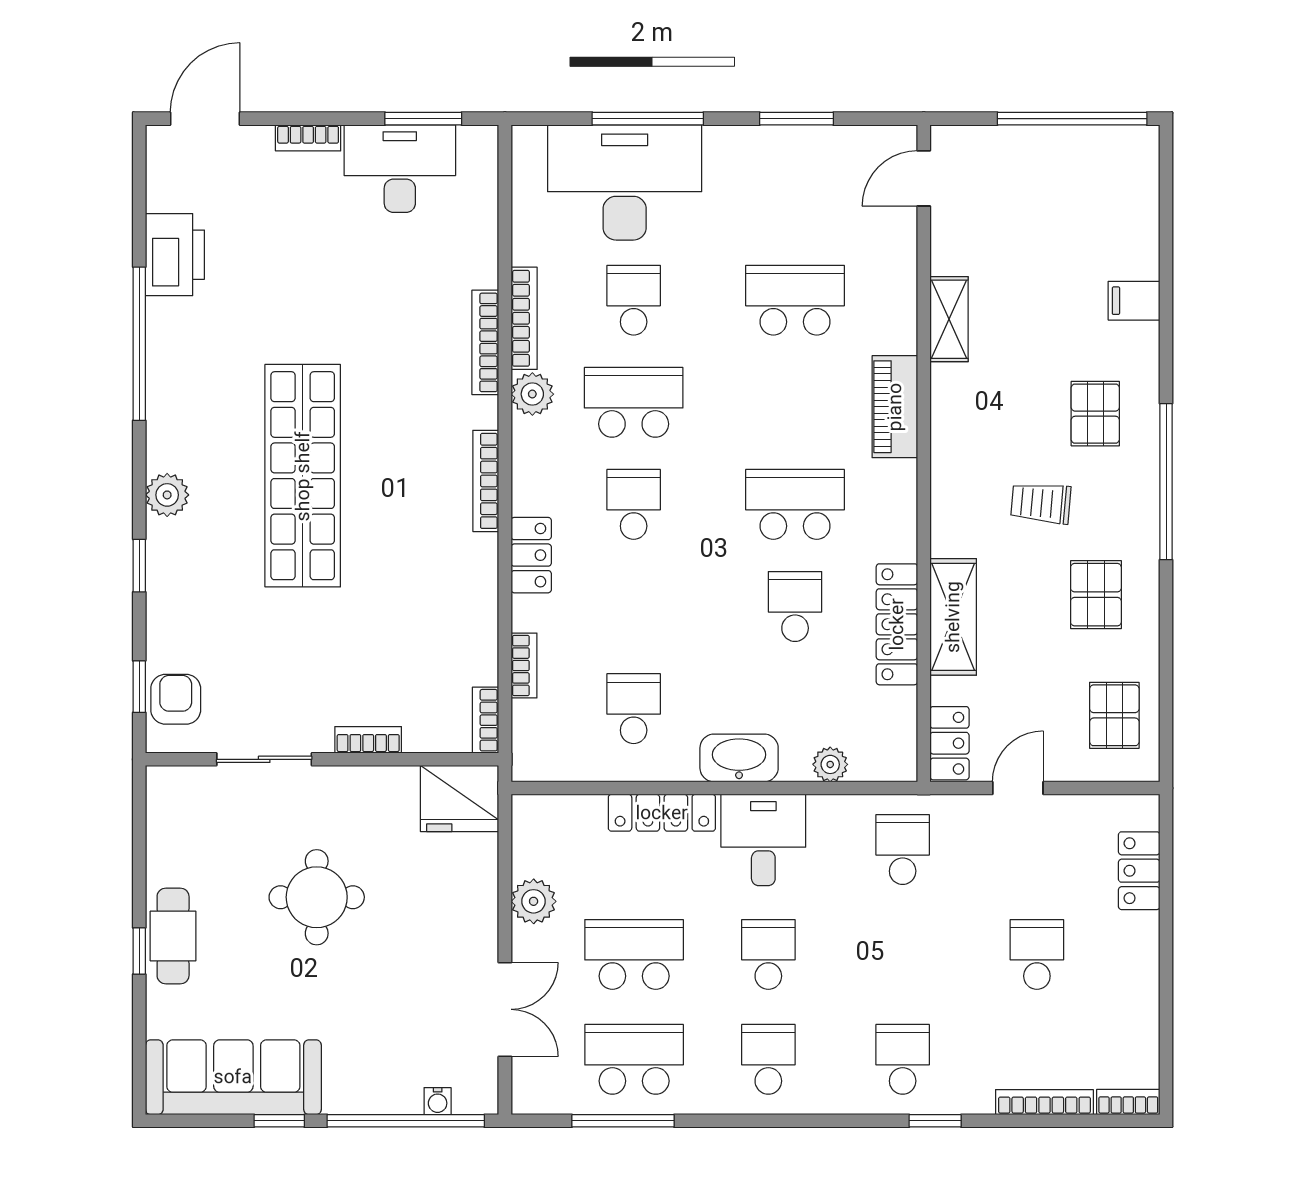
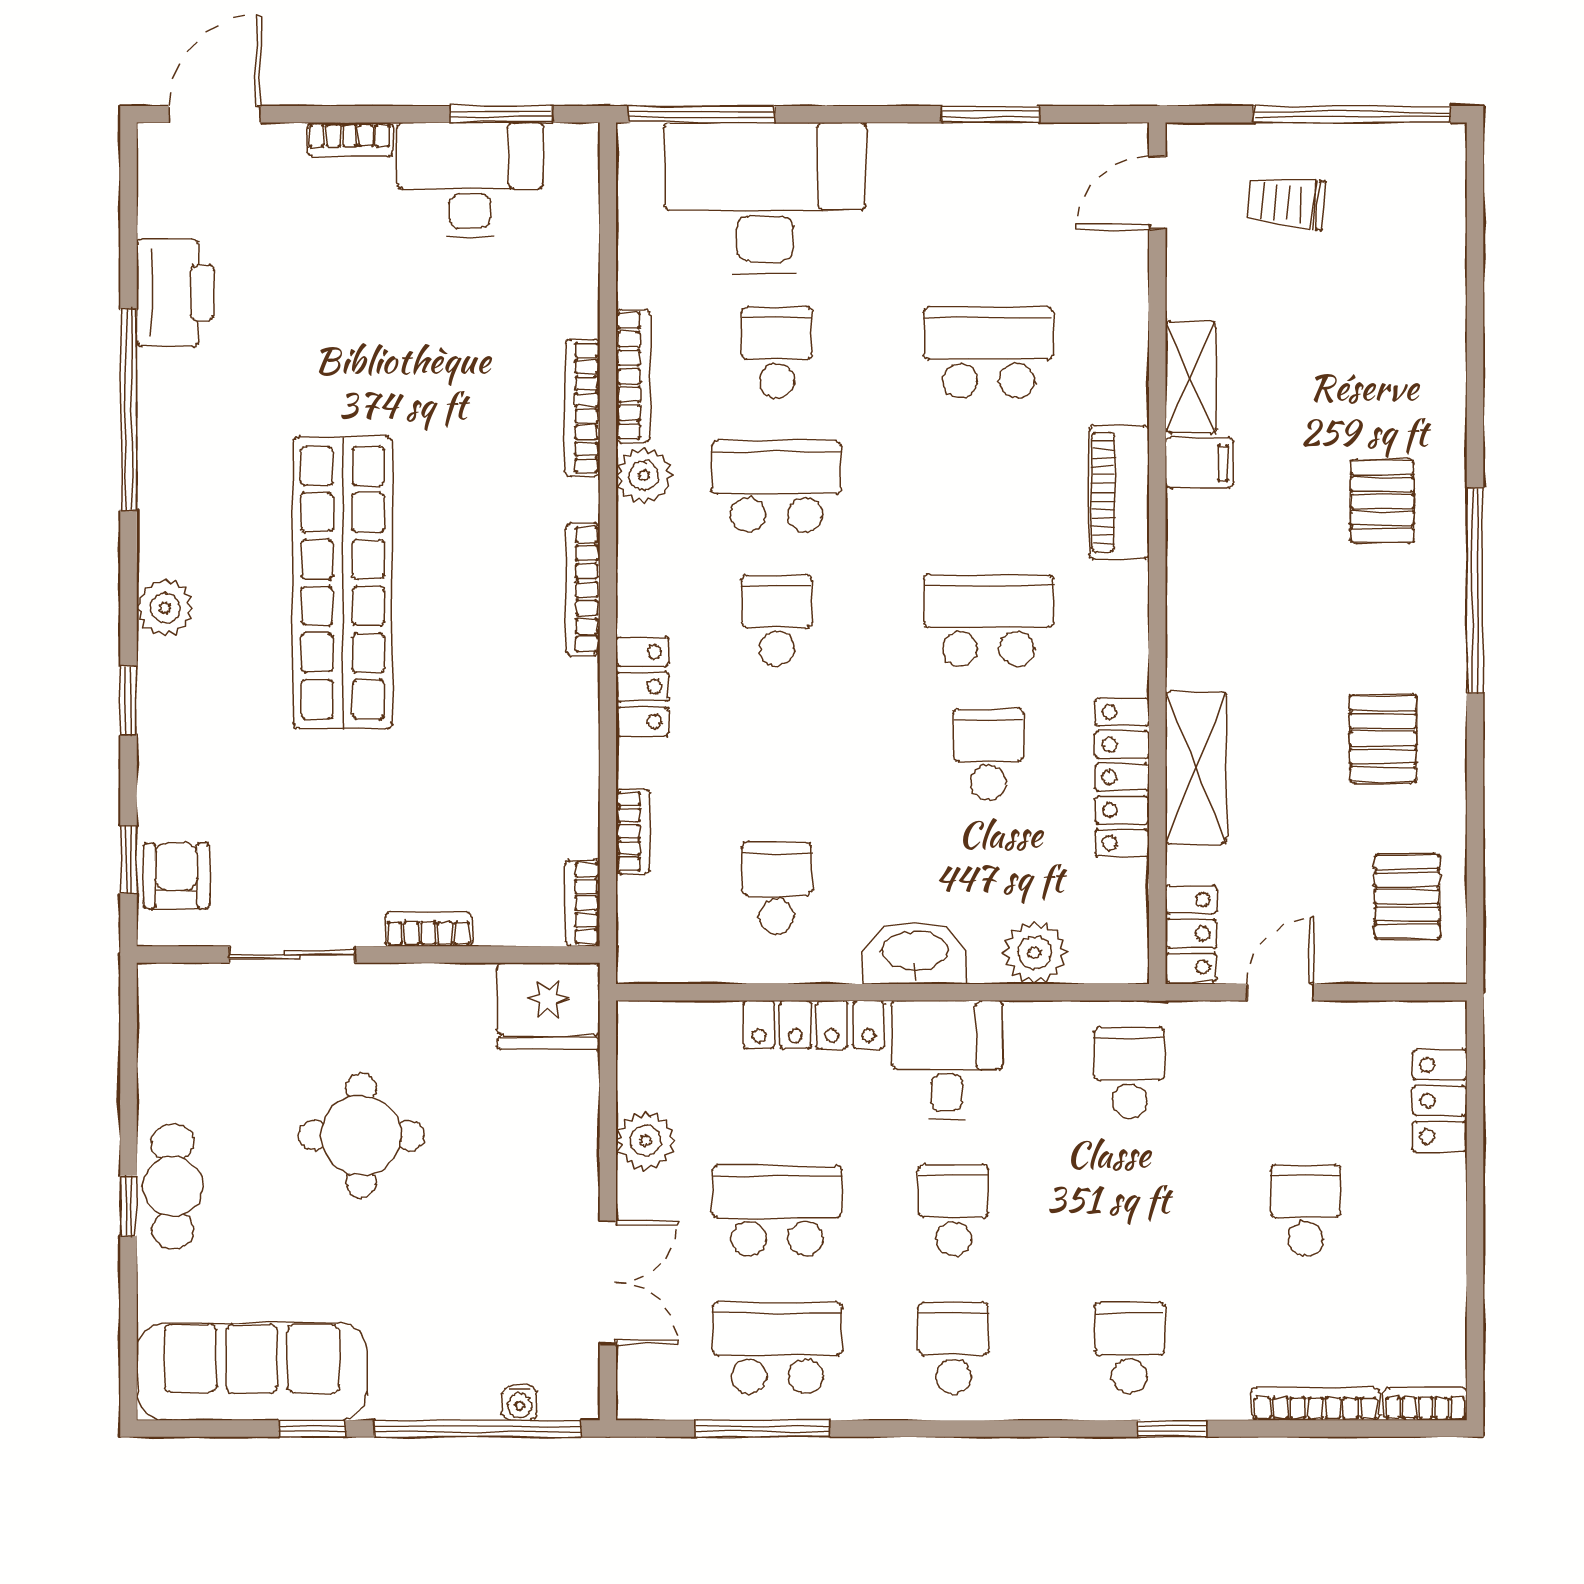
window: (648, 119) -> (702, 114), moved
filing cabinet: (1134, 301) -> (1199, 463), moved, turned 180
trolley: (1041, 503) -> (1286, 203), moved
plant: (830, 764) -> (1035, 953), width x1.38, depth x1.38

